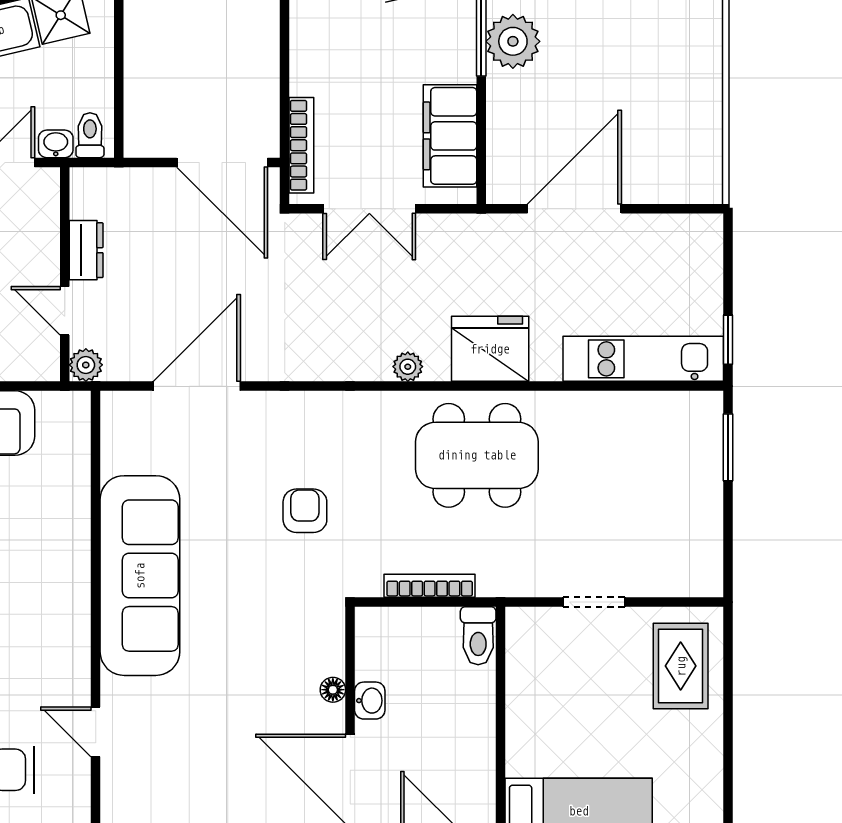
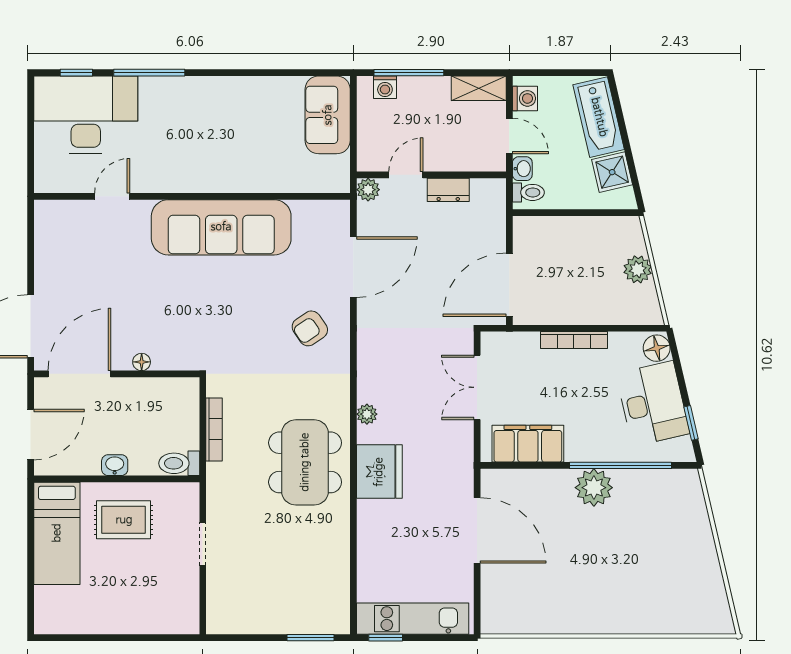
bookcase: (301, 145) -> (574, 340), moved
kitchen unit: (643, 359) -> (413, 619), moved, turned -90
door: (197, 386) -> (353, 267), hinge flipped
armchair: (305, 511) -> (310, 328), moved, turned 146
rug: (681, 666) -> (124, 520), moved
washbasin: (370, 701) -> (115, 465), moved, turned 180

